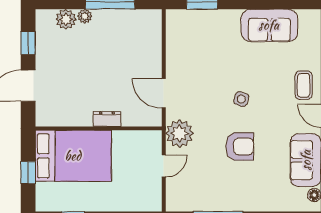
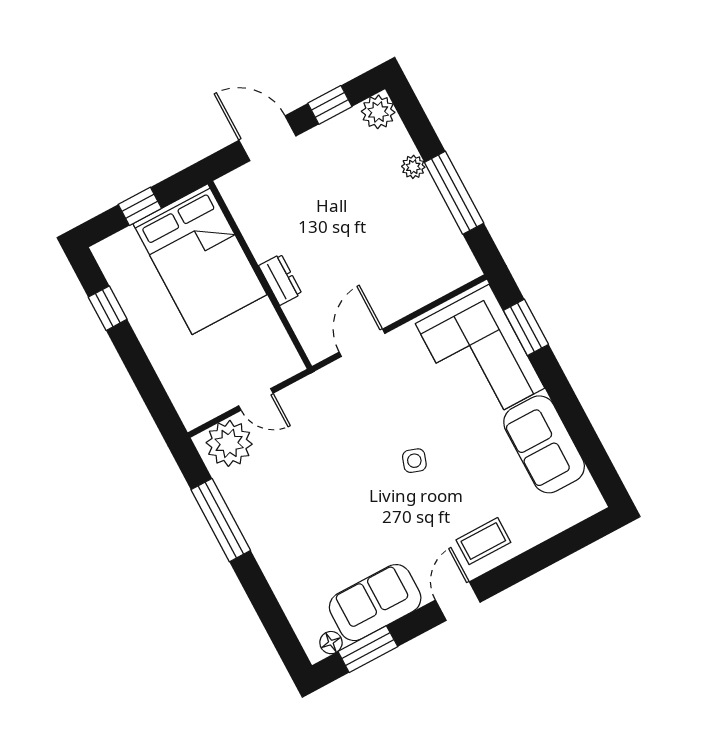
plant: (66, 19) -> (378, 112), moved
corner sofa: (204, 34) -> (480, 356), added
plant: (180, 133) -> (229, 443), moved
armchair: (240, 146) -> (344, 495), removed

